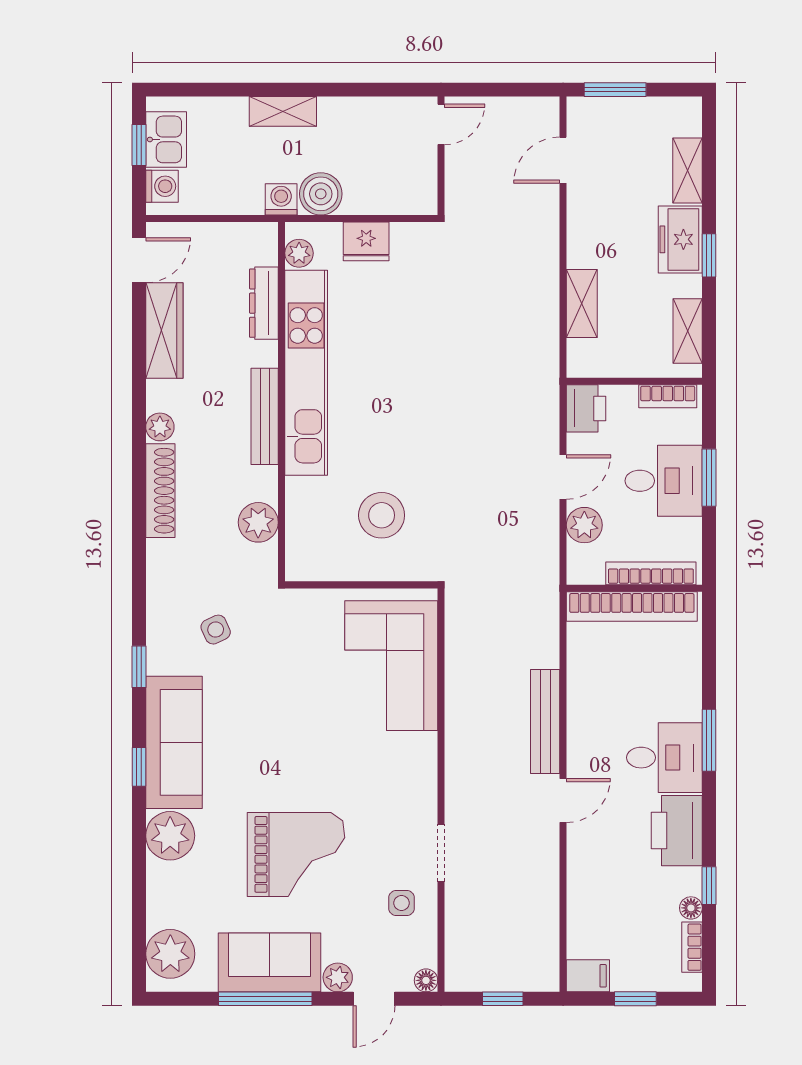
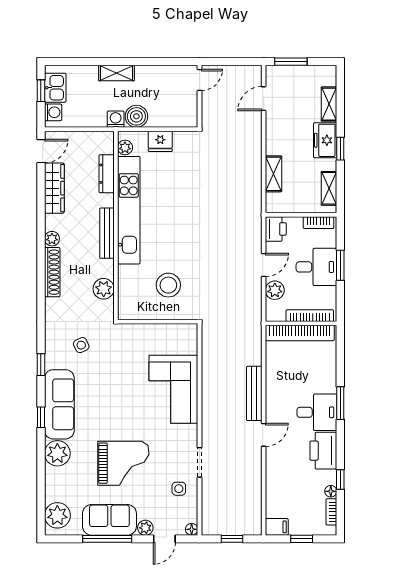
corner sofa: (391, 666) -> (173, 389), moved

